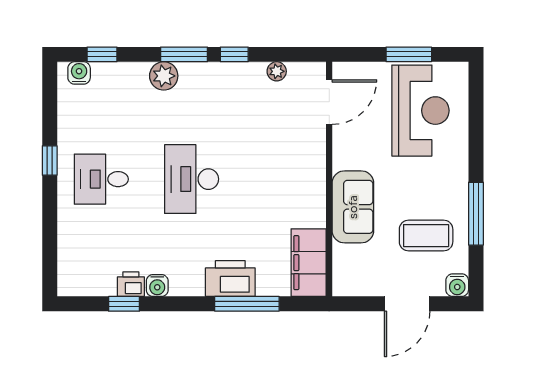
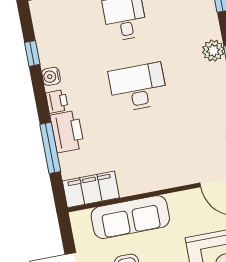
sofa: (353, 207) -> (130, 217), width x1.36
printer: (131, 284) -> (57, 101), moved

